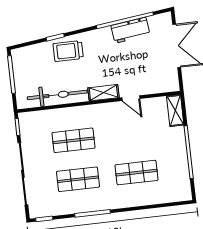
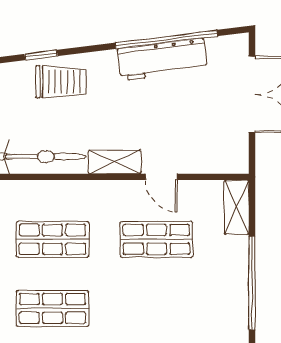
workbench: (130, 30) -> (162, 60), width x1.38
trolley: (68, 51) -> (61, 82), turned 180
shop shelf: (137, 173) -> (156, 239), moved

